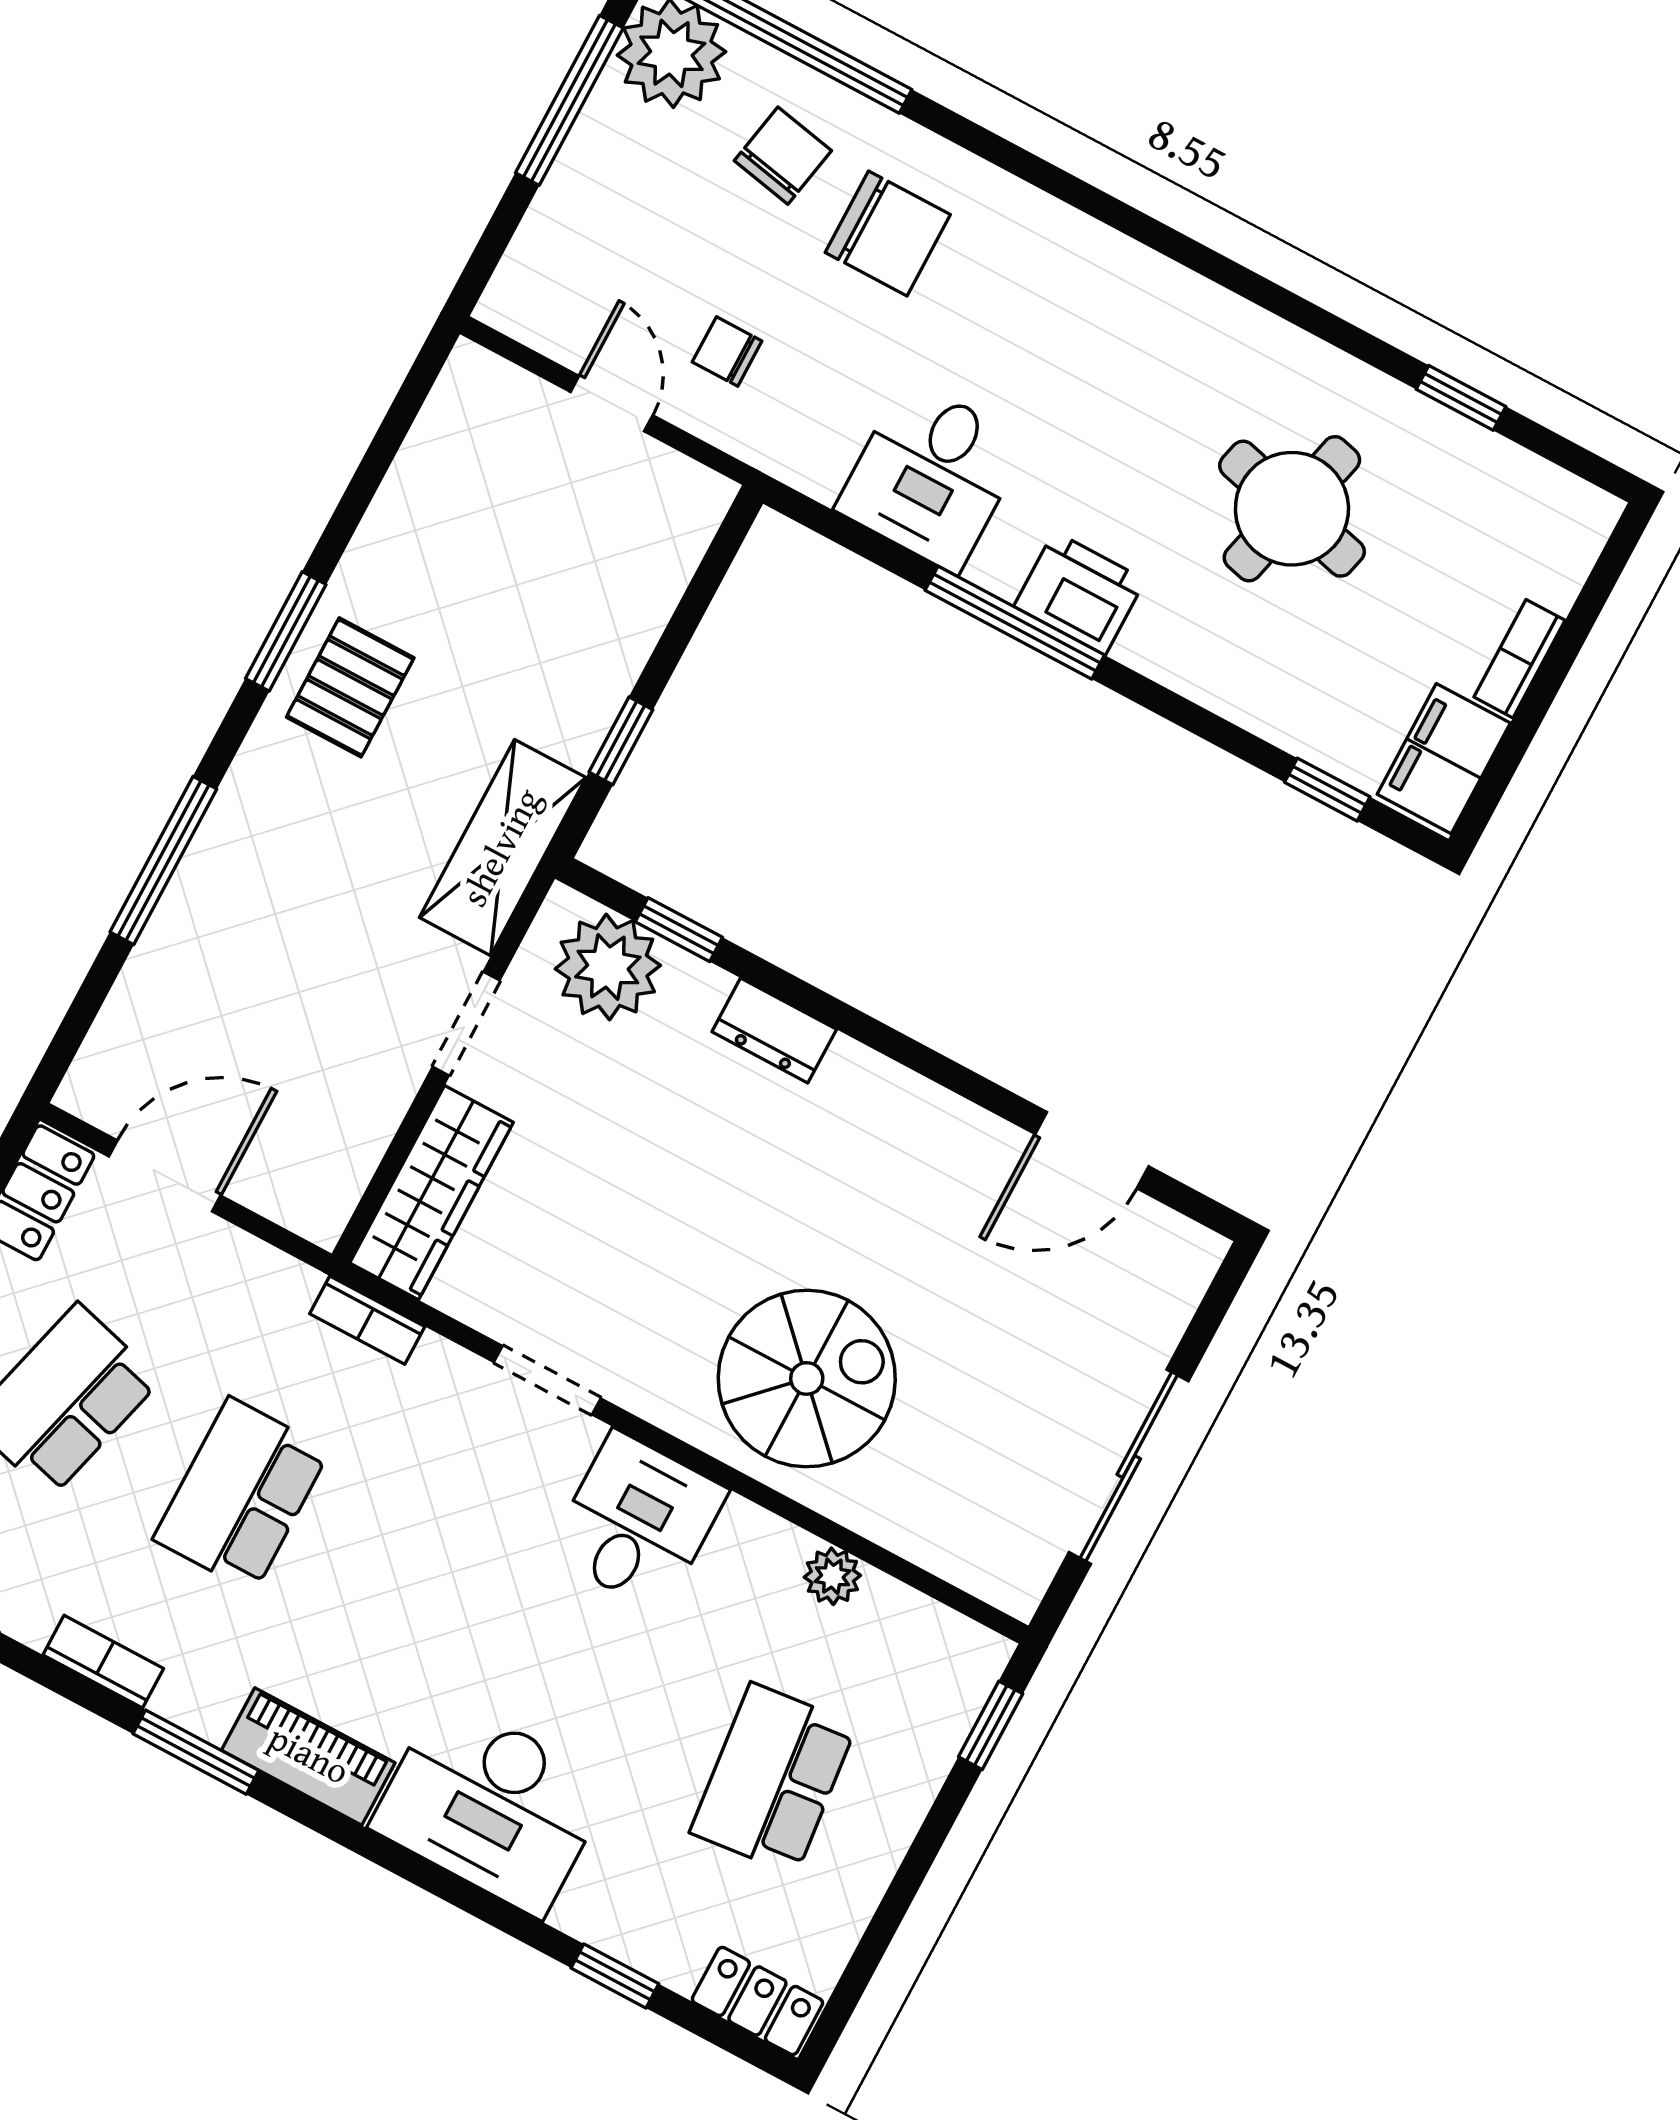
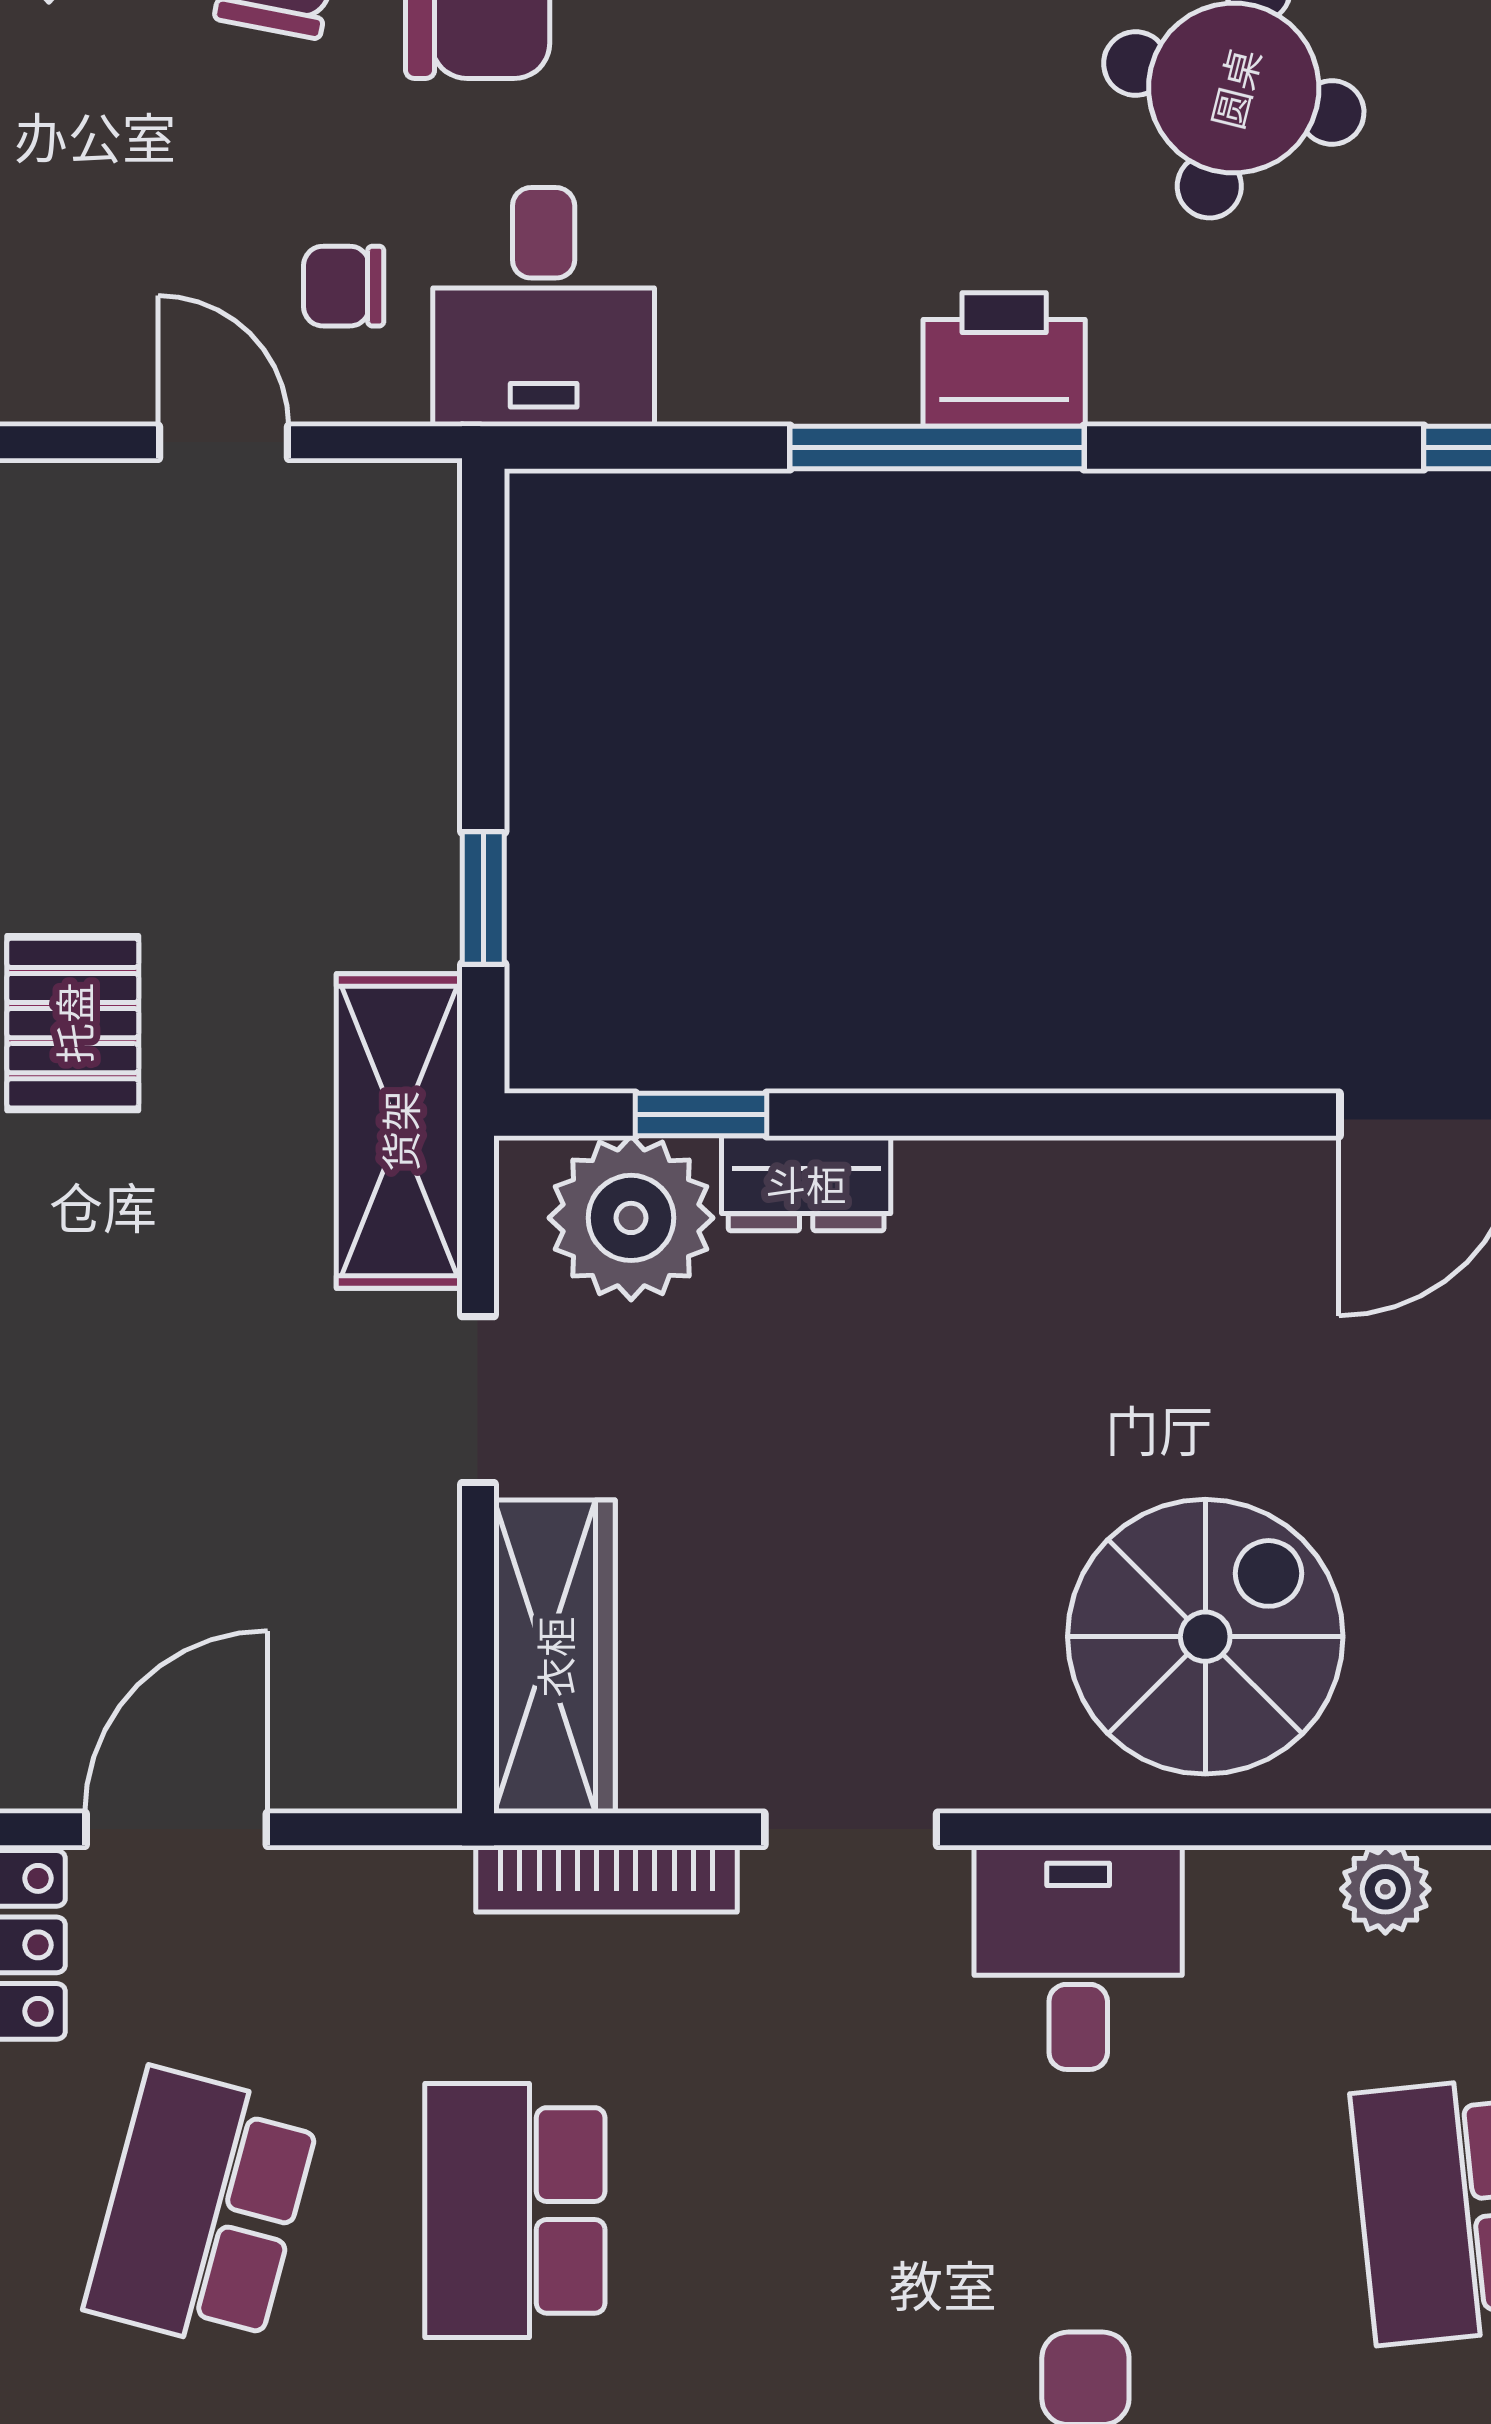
desk: (931, 476) -> (544, 307), moved
dresser: (774, 1031) -> (806, 1183), moved
bookcase: (367, 1320) -> (607, 1879), width x1.56

